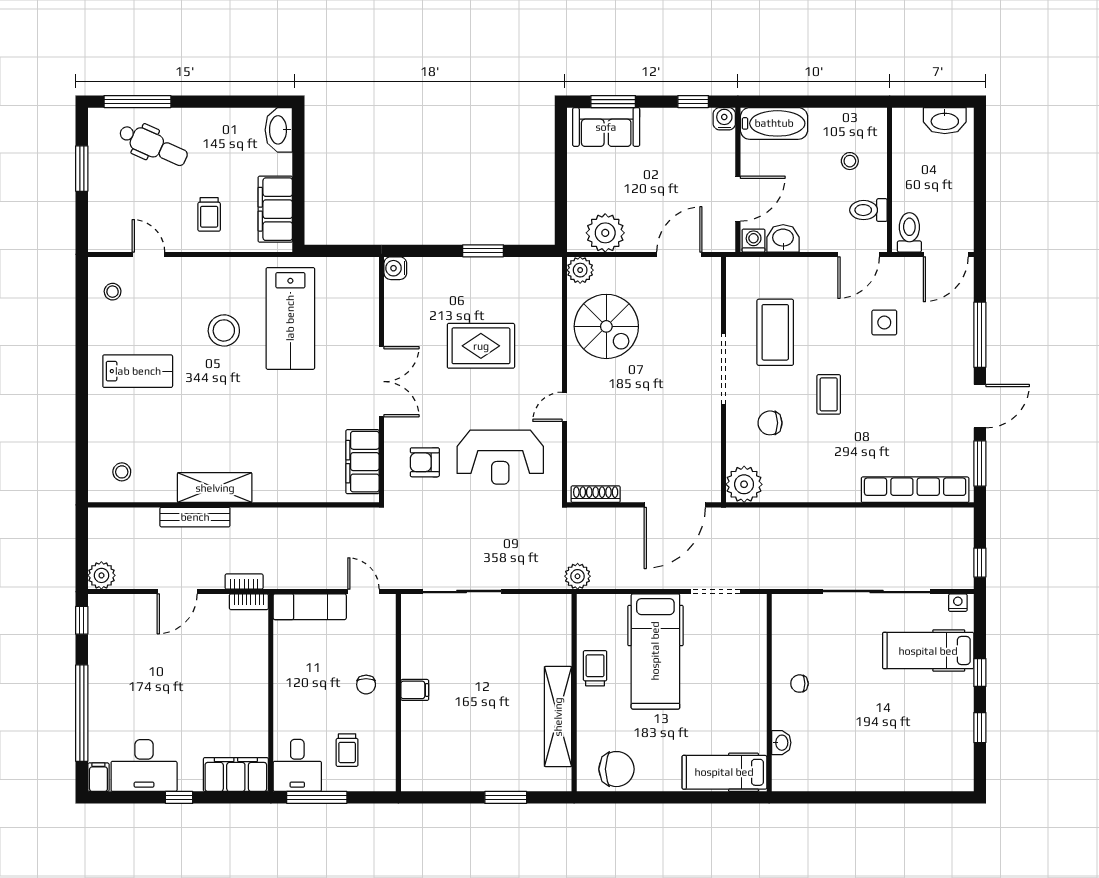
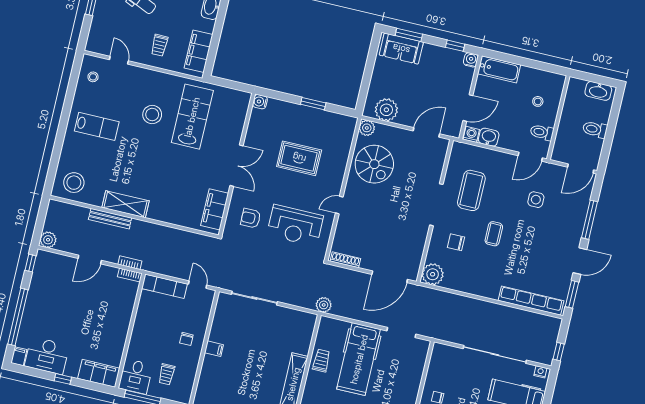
toilet: (909, 232) -> (595, 129), moved, turned -90
lab bench: (290, 318) -> (192, 117), turned 180
stool: (122, 472) -> (74, 183), width x1.89, depth x1.89

